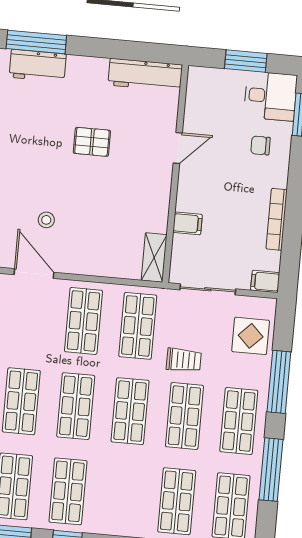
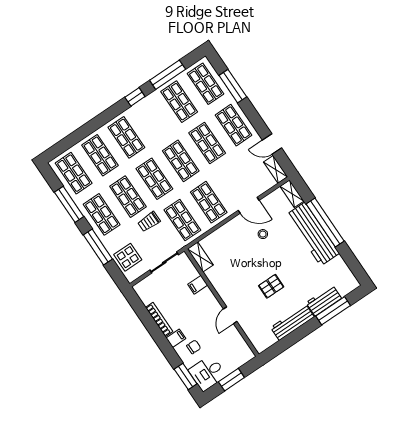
workbench: (145, 75) -> (292, 322), moved
filing cabinet: (265, 281) -> (176, 338), moved
shop shelf: (68, 491) -> (126, 137), moved

